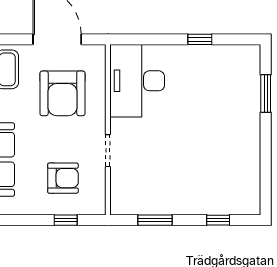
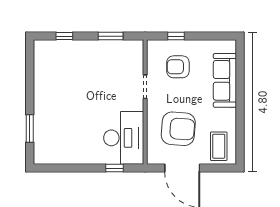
window: (200, 39) -> (114, 168), moved
armchair: (62, 93) -> (178, 129), turned 94

